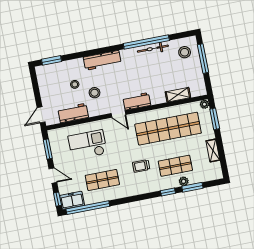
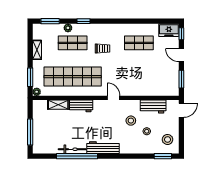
stool: (185, 52) -> (168, 139), moved
workbench: (102, 60) -> (103, 148), moved
workbench: (137, 101) -> (81, 106), moved
checkout: (87, 145) -> (146, 76), removed
window: (192, 187) -> (50, 21), moved
window: (88, 208) -> (156, 21), removed

